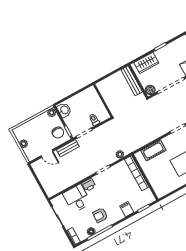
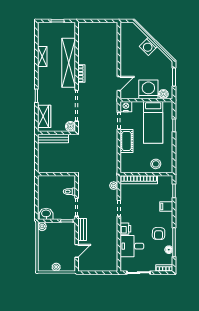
chair: (58, 133) -> (63, 231), removed
cot: (153, 150) -> (127, 141), moved
stool: (158, 180) -> (156, 164), added

